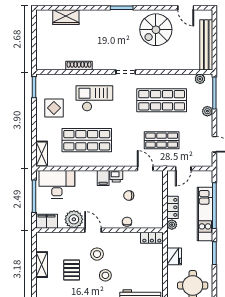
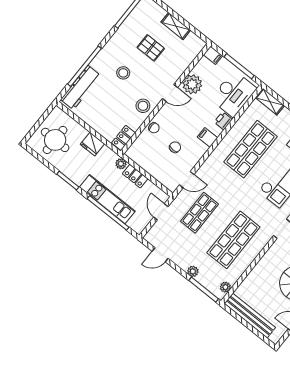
printer: (116, 176) -> (223, 121), moved
filing cabinet: (47, 221) -> (213, 55), width x0.50
stool: (97, 254) -> (143, 106), moved

